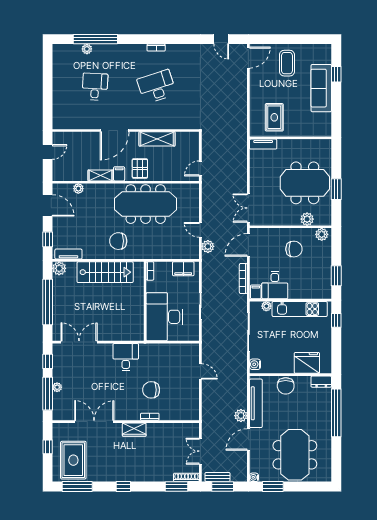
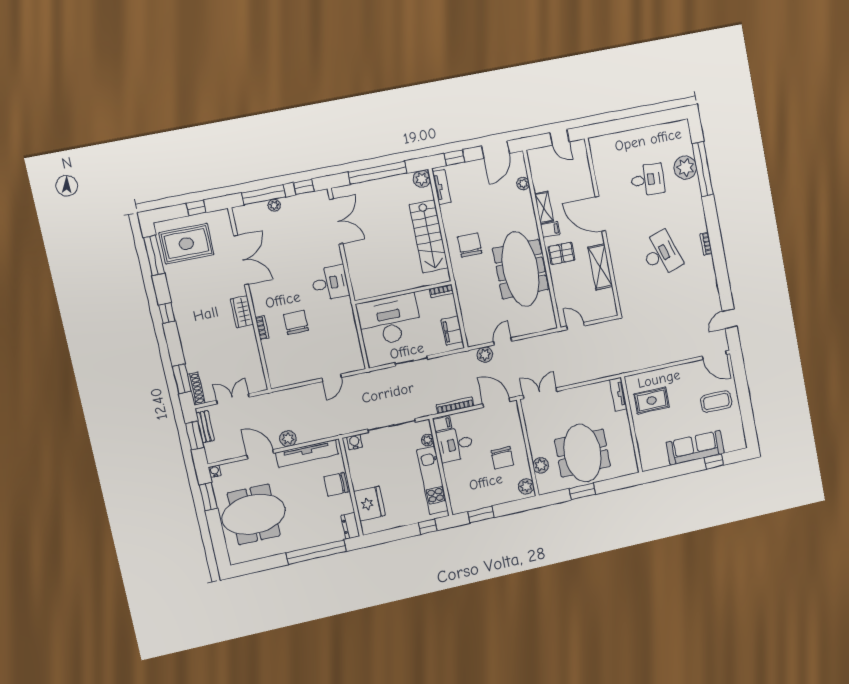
plant: (87, 49) -> (685, 168), width x1.88, depth x1.88

